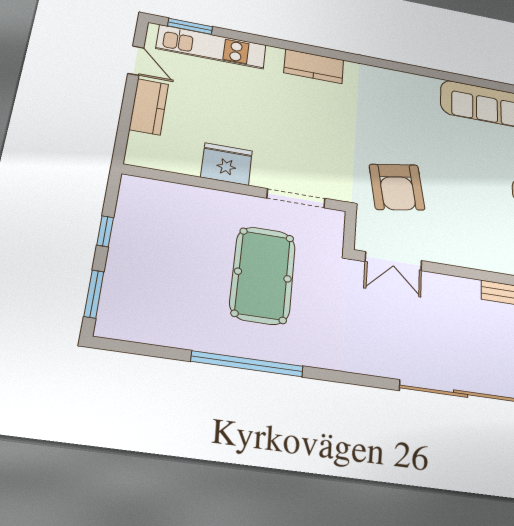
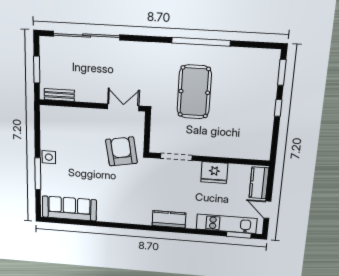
fridge: (227, 164) -> (214, 173), moved
wall: (236, 188) -> (209, 159), moved
doorway: (296, 198) -> (176, 157), moved

